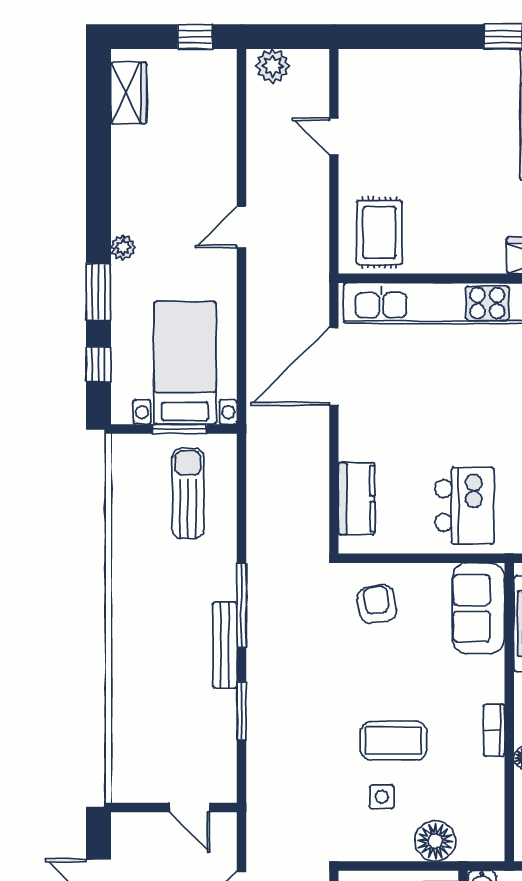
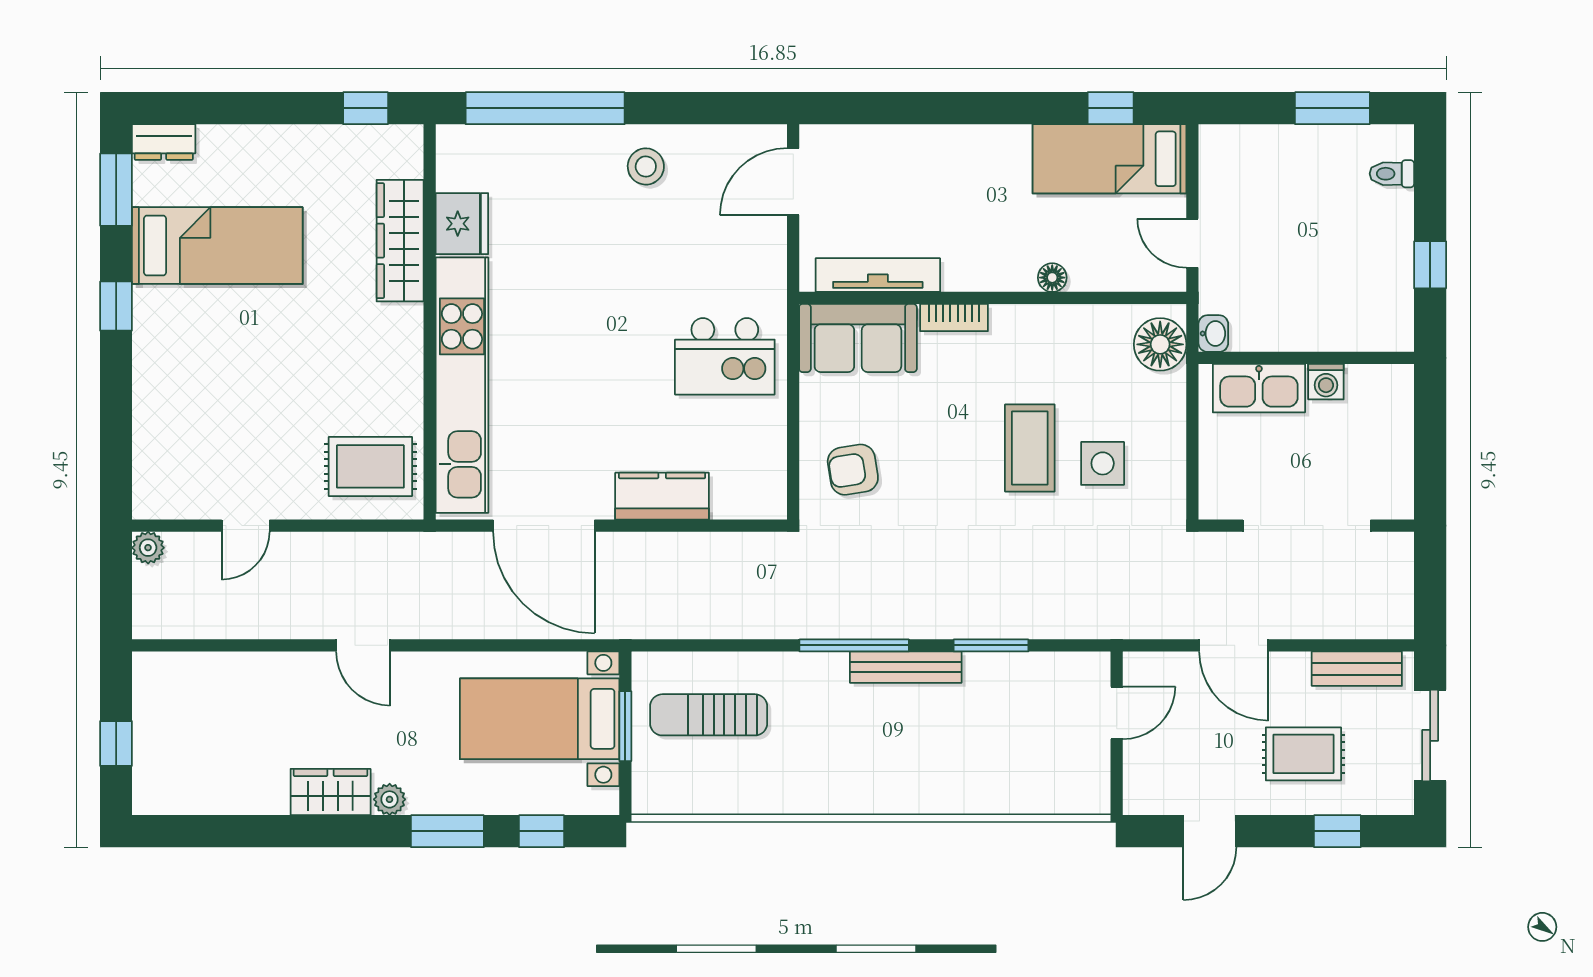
window: (195, 37) -> (116, 743), moved
plant: (273, 66) -> (148, 548), moved, width x0.73, depth x0.73
wardrobe: (129, 93) -> (331, 792), moved
kitchen counter: (357, 499) -> (662, 496), moved
kitchen island: (464, 506) -> (725, 356), turned 180
bookcase: (494, 730) -> (954, 318), moved
side table: (382, 797) -> (1103, 463), width x1.37, depth x1.37
floor lamp: (435, 841) -> (1160, 344), moved

